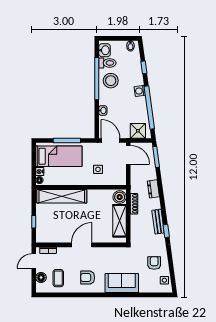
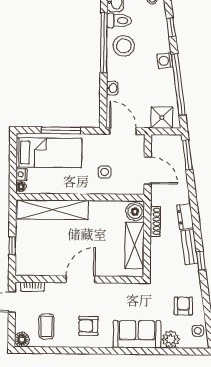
door: (128, 155) -> (148, 170), moved
dresser: (153, 189) -> (185, 216), moved
floor lamp: (41, 277) -> (22, 340), moved
plant: (146, 286) -> (171, 339), added

